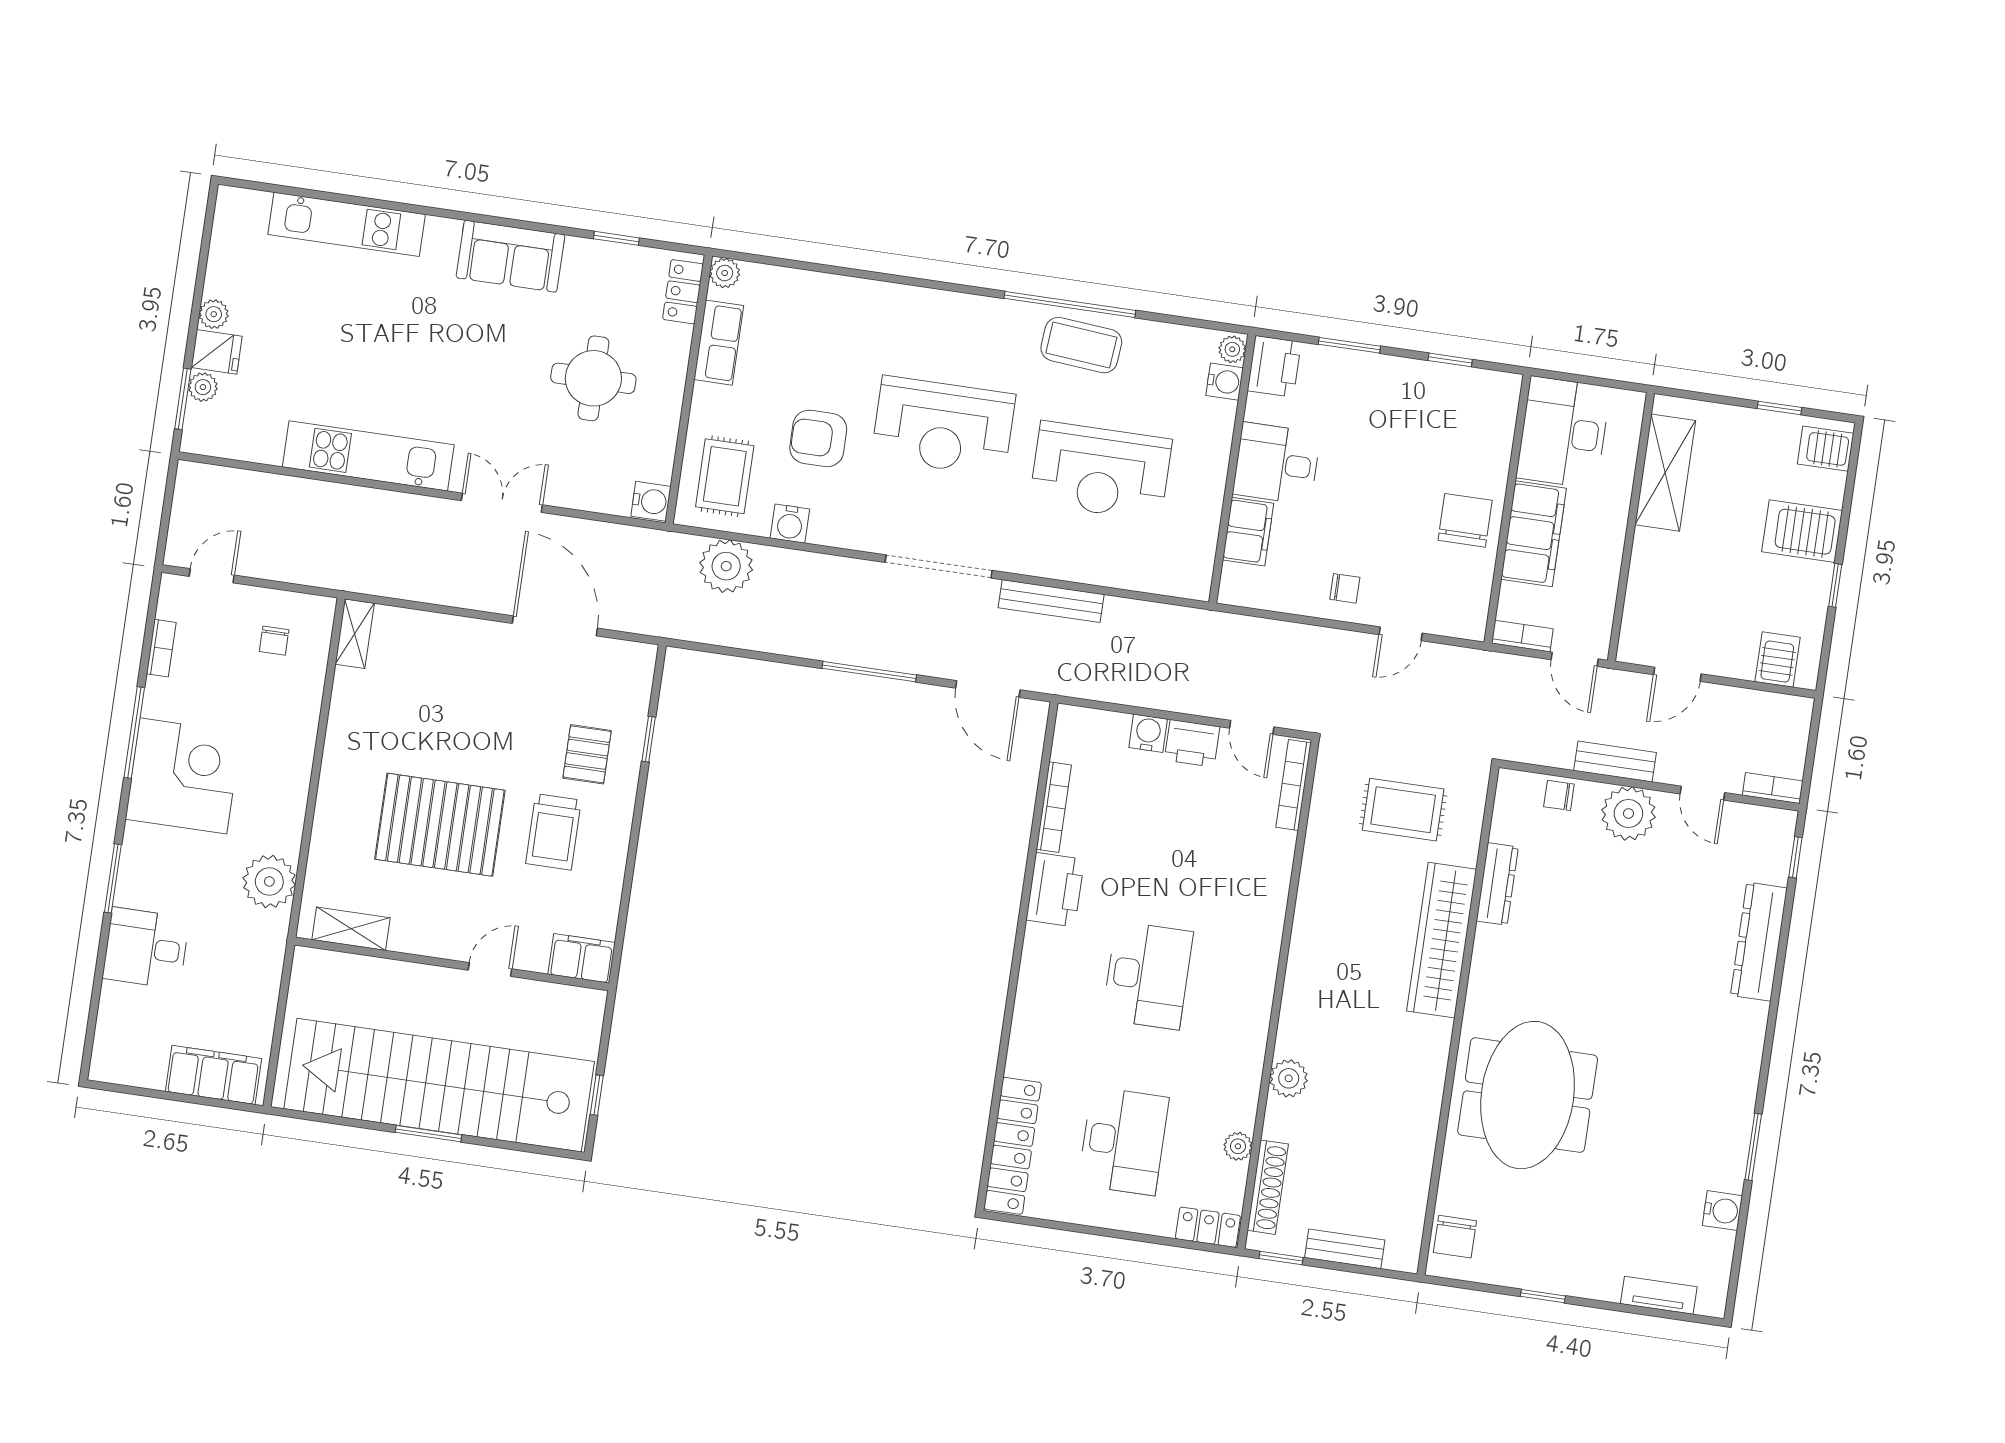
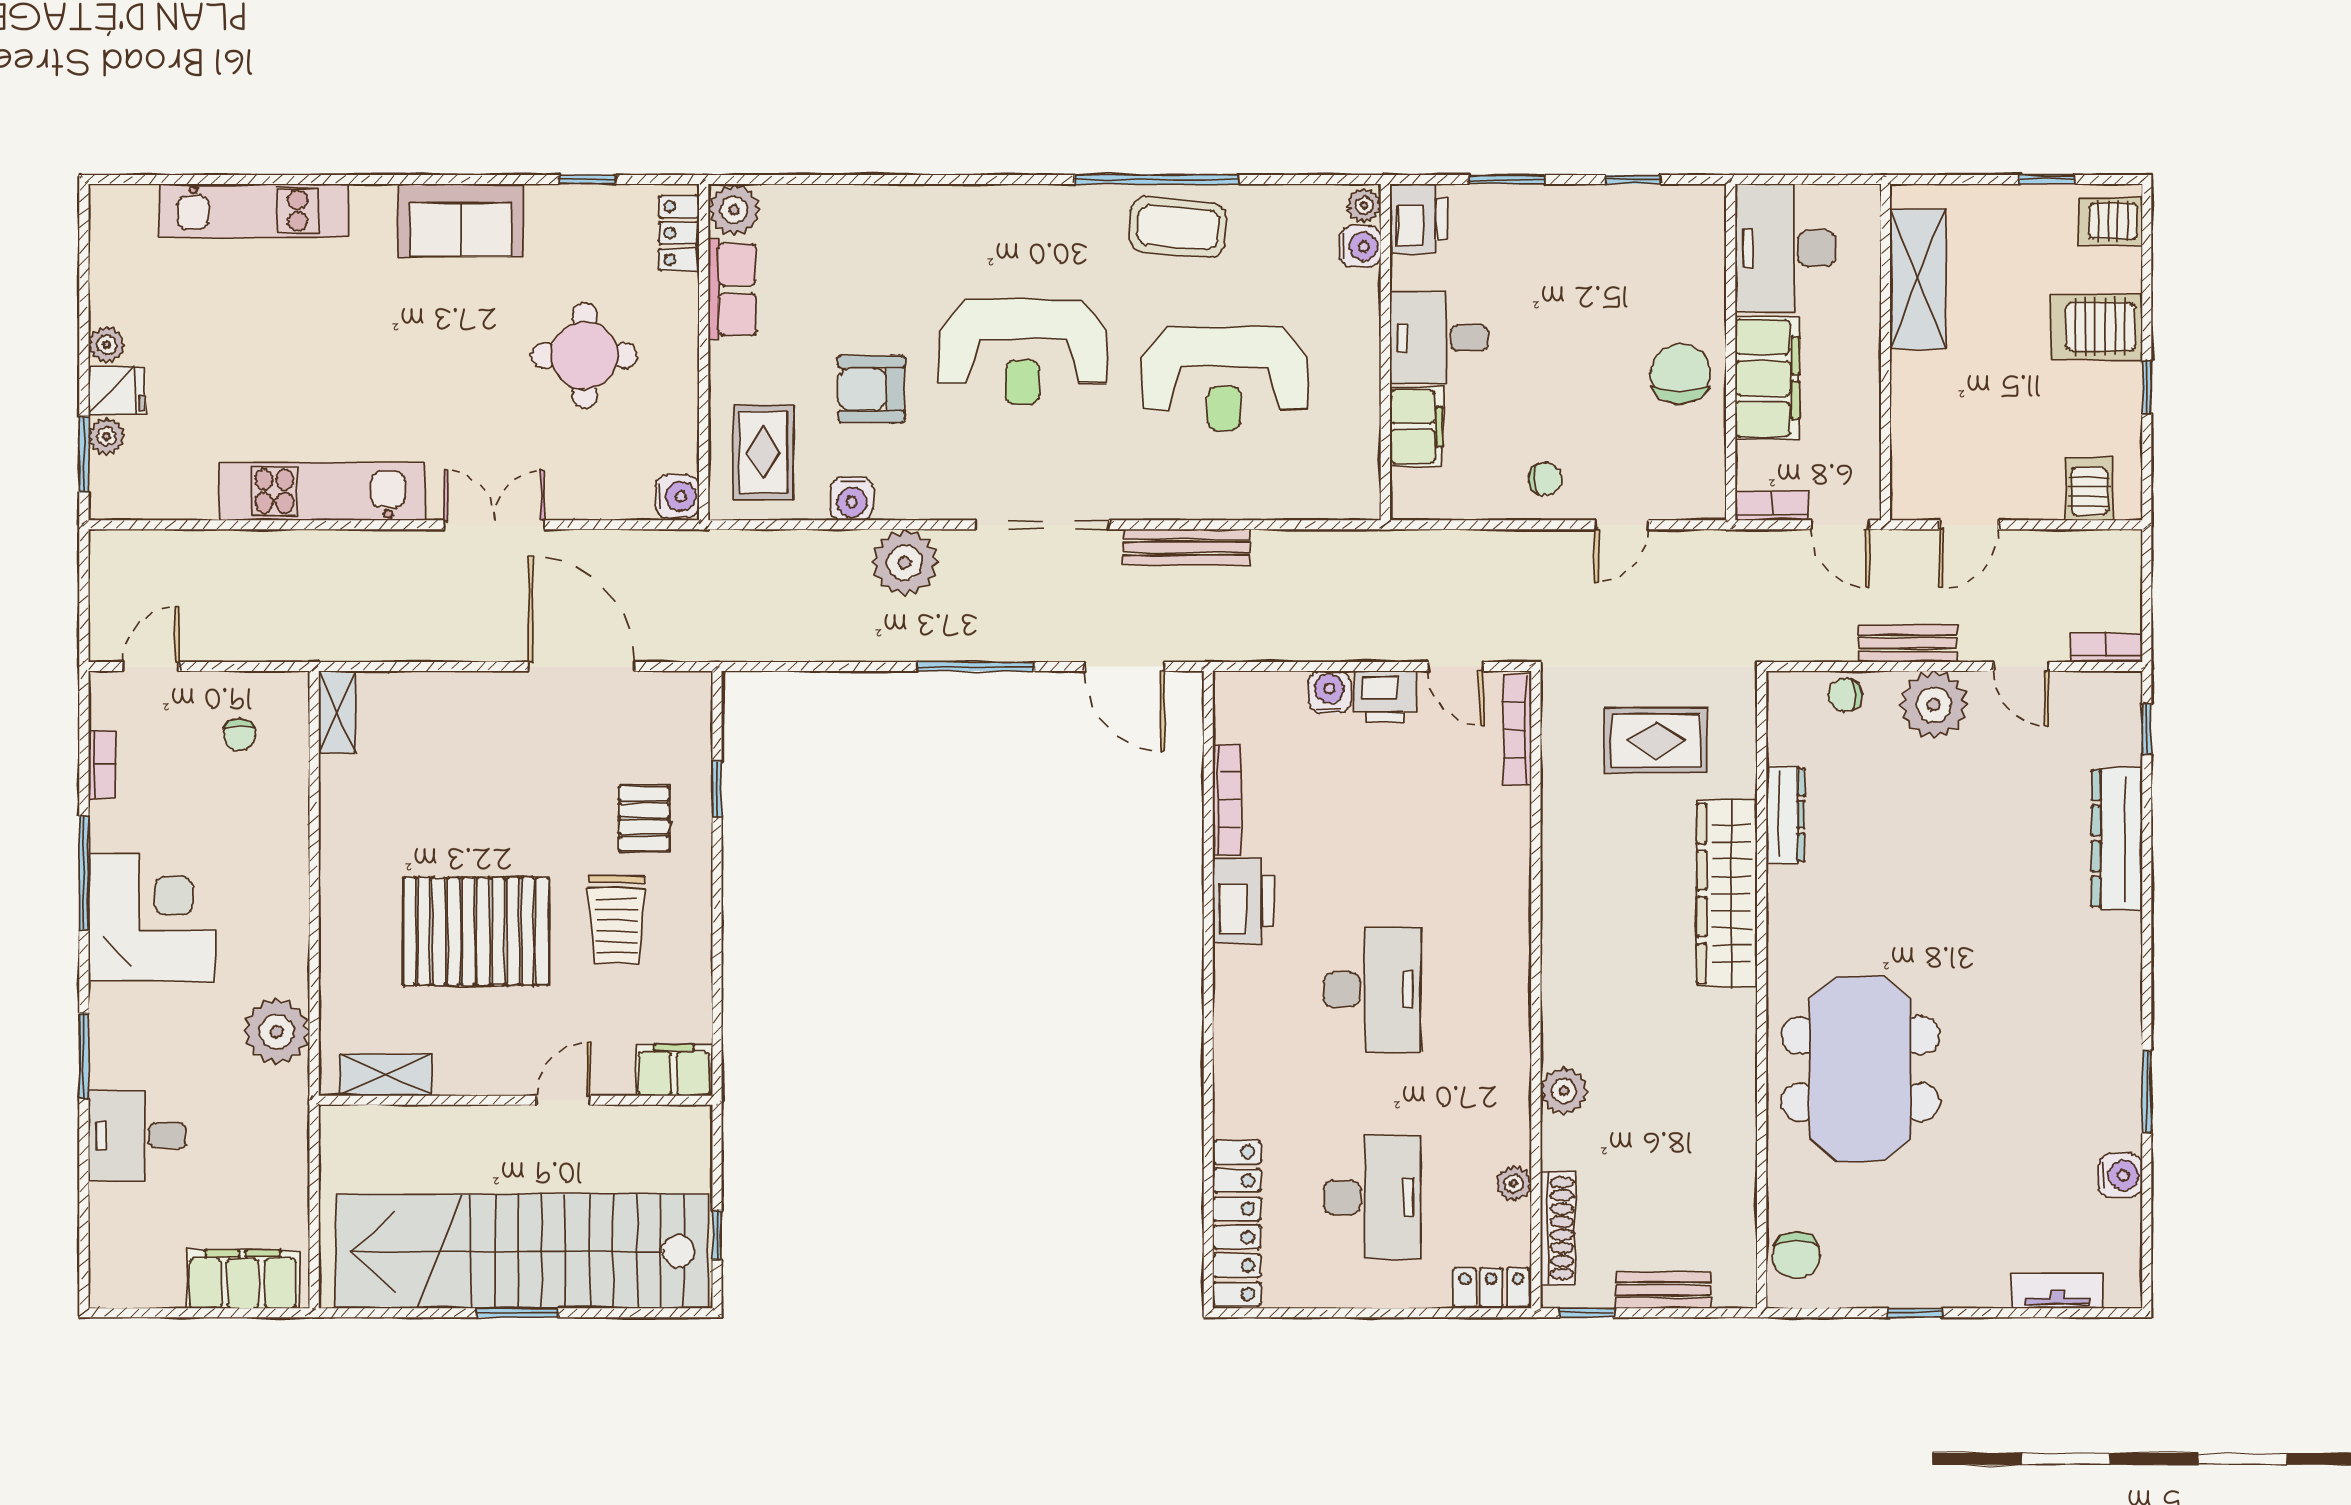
plant: (725, 273) -> (734, 210), width x1.38, depth x1.38
plant: (726, 566) -> (905, 563), moved

